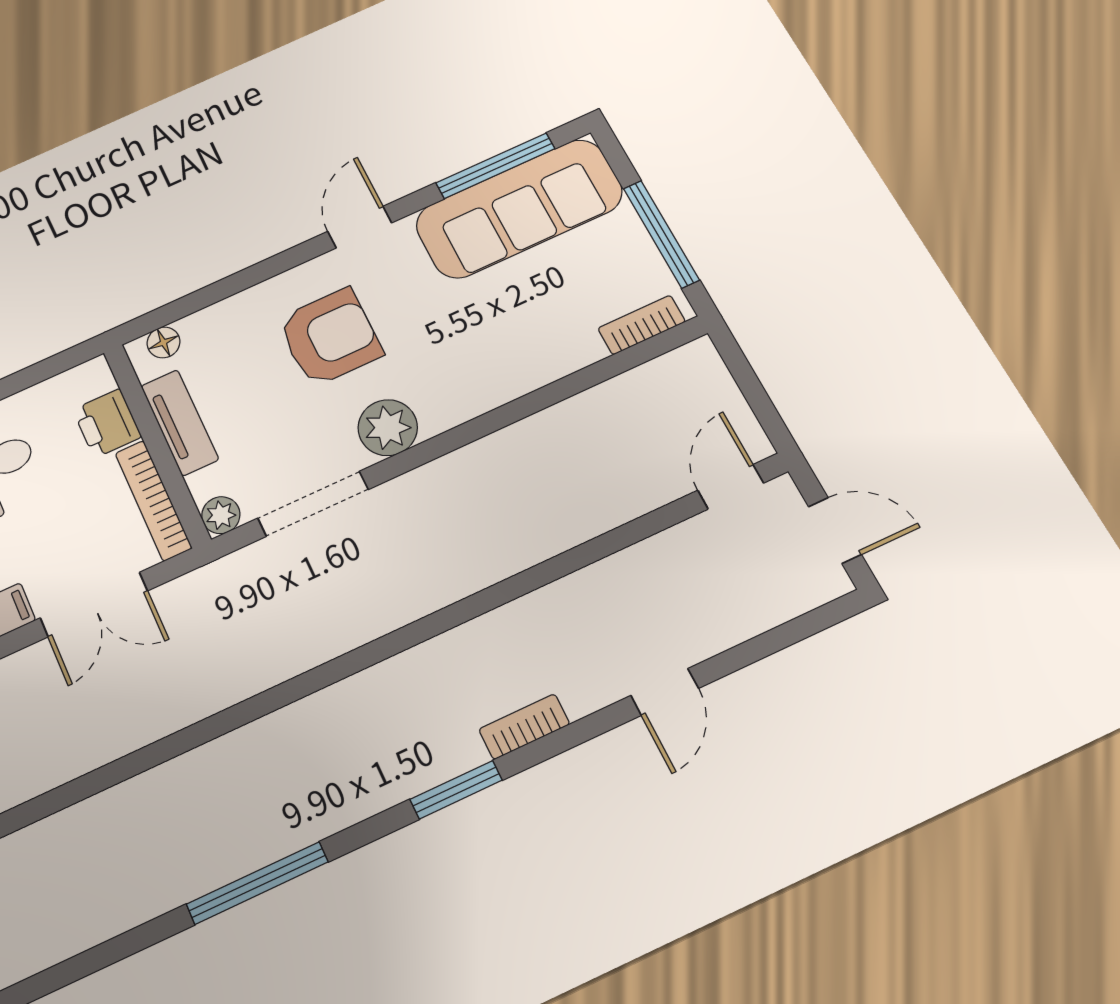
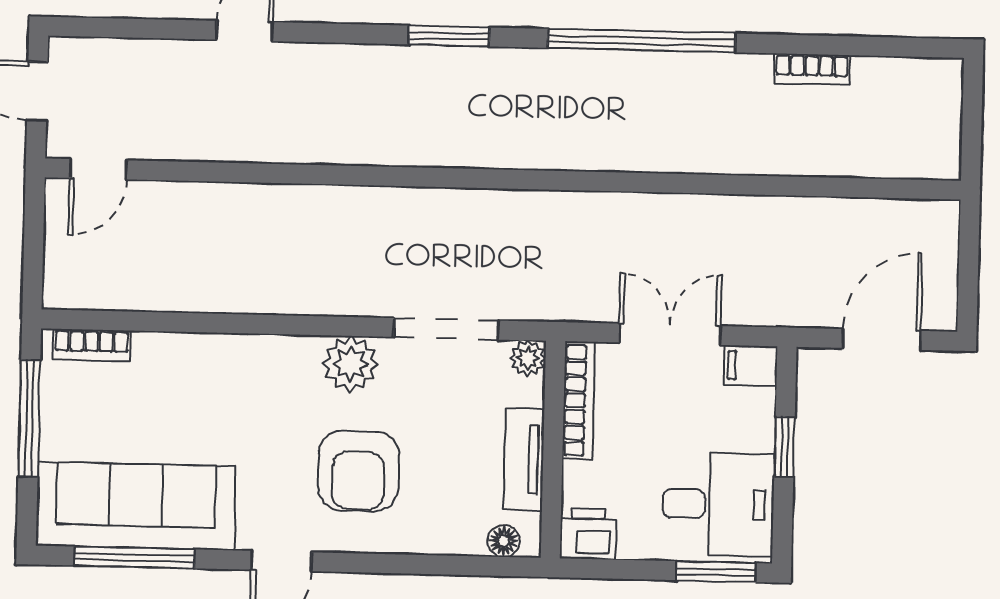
armchair: (330, 337) -> (358, 471), turned -90
printer: (107, 423) -> (588, 534), moved, turned -90
bookcase: (524, 727) -> (812, 69), moved
window: (257, 883) -> (642, 41), width x1.46

